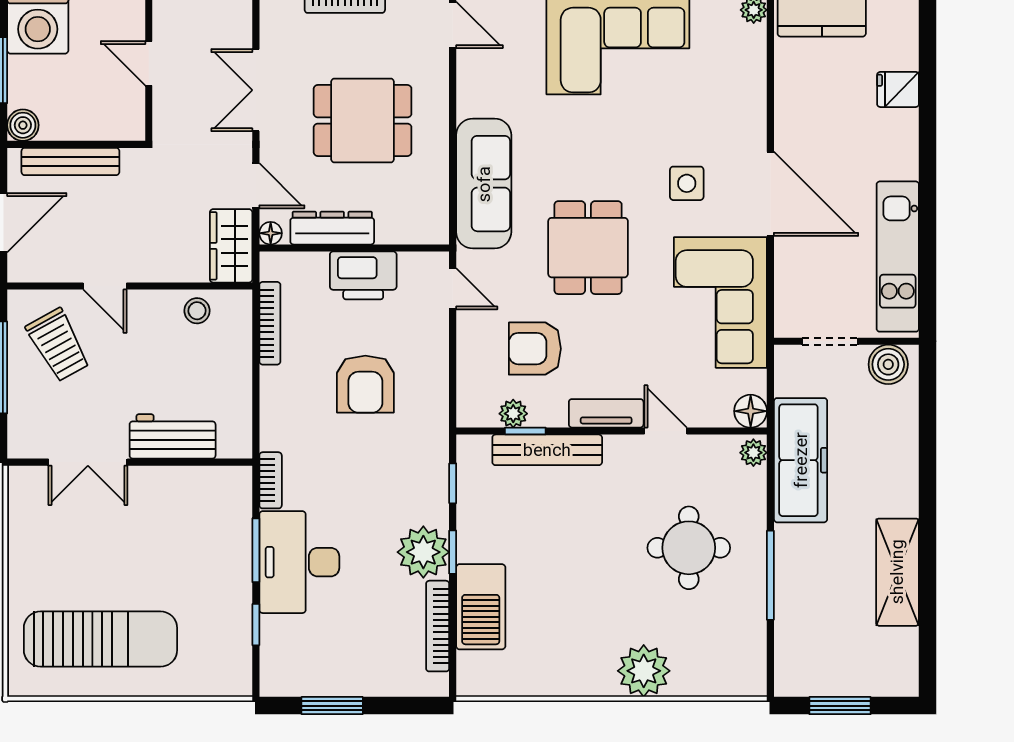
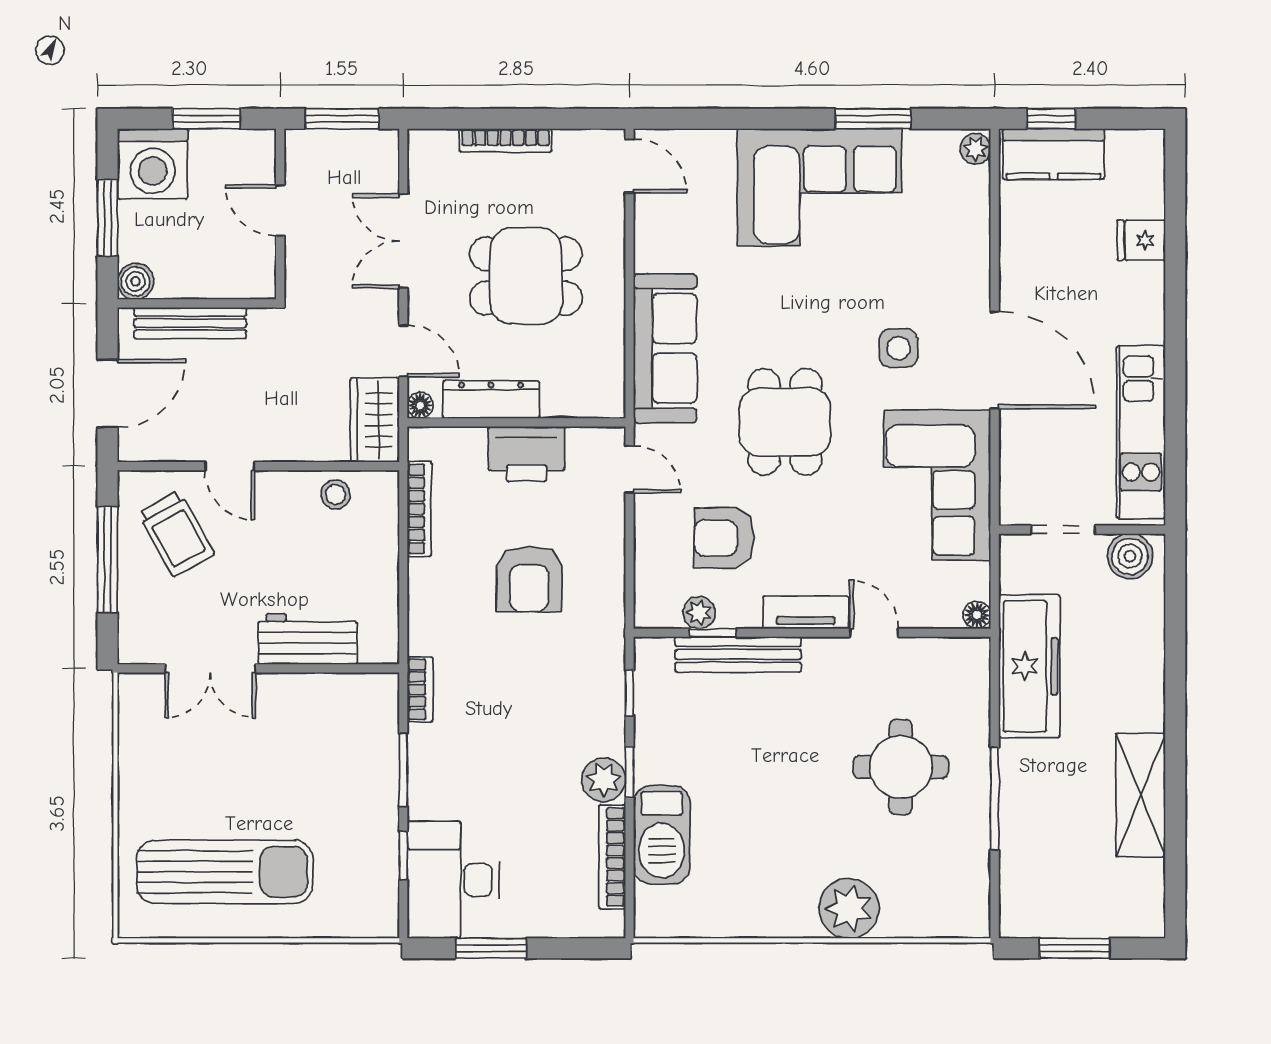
floor lamp: (751, 411) -> (977, 615), width x0.73, depth x0.73
plant: (753, 453) -> (975, 658), removed
plant: (423, 552) -> (604, 780), width x0.73, depth x0.73
desk: (299, 562) -> (453, 880), moved

